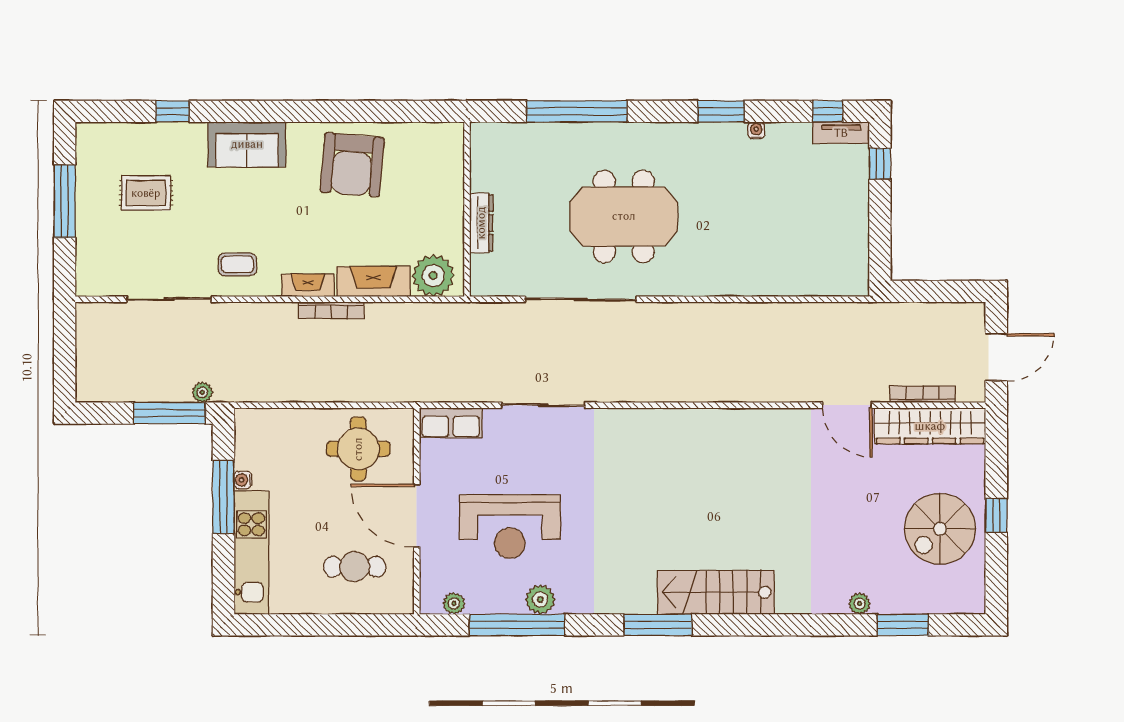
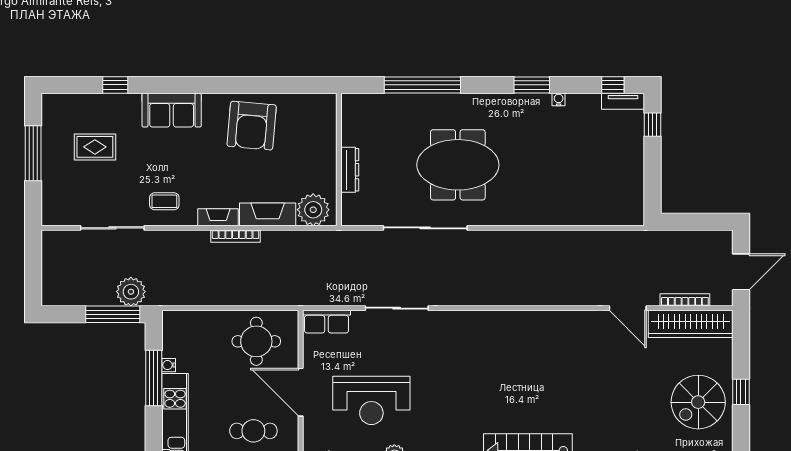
plant: (202, 392) -> (131, 292), width x1.88, depth x1.88

